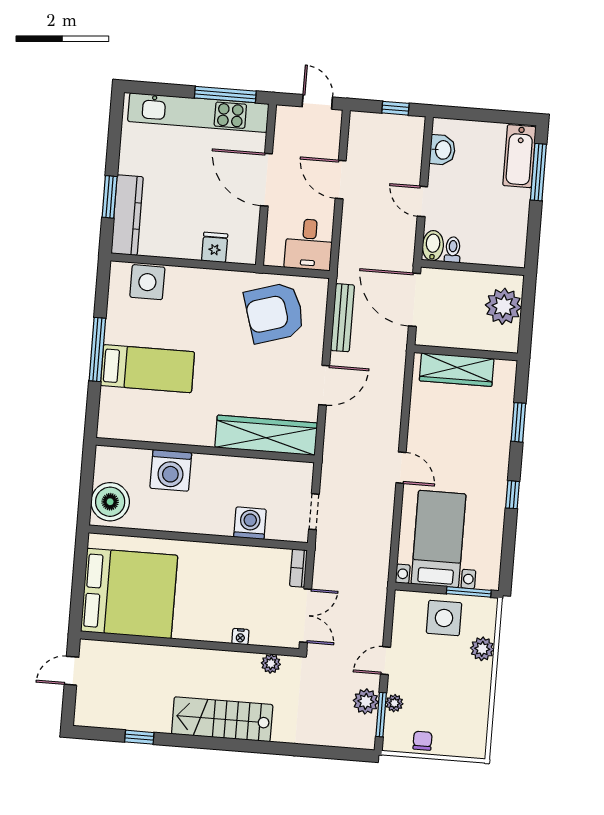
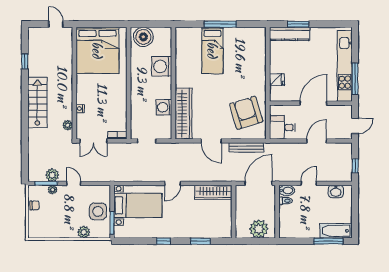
side table: (147, 282) -> (256, 47), removed
wardrobe: (457, 370) -> (213, 192), moved, turned -90
washing machine: (250, 523) -> (164, 107), moved, turned 180

